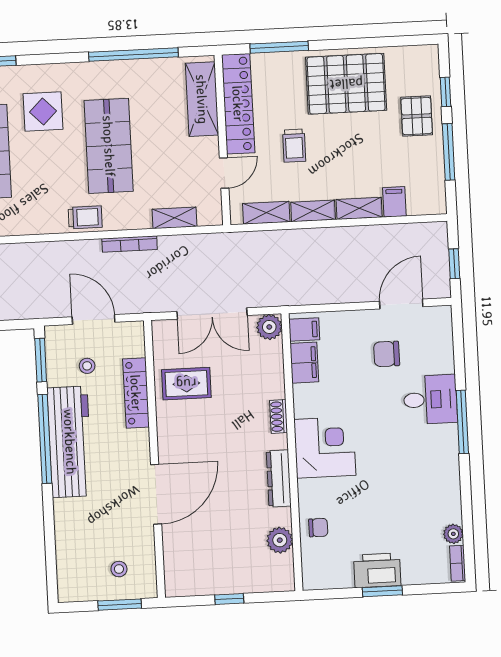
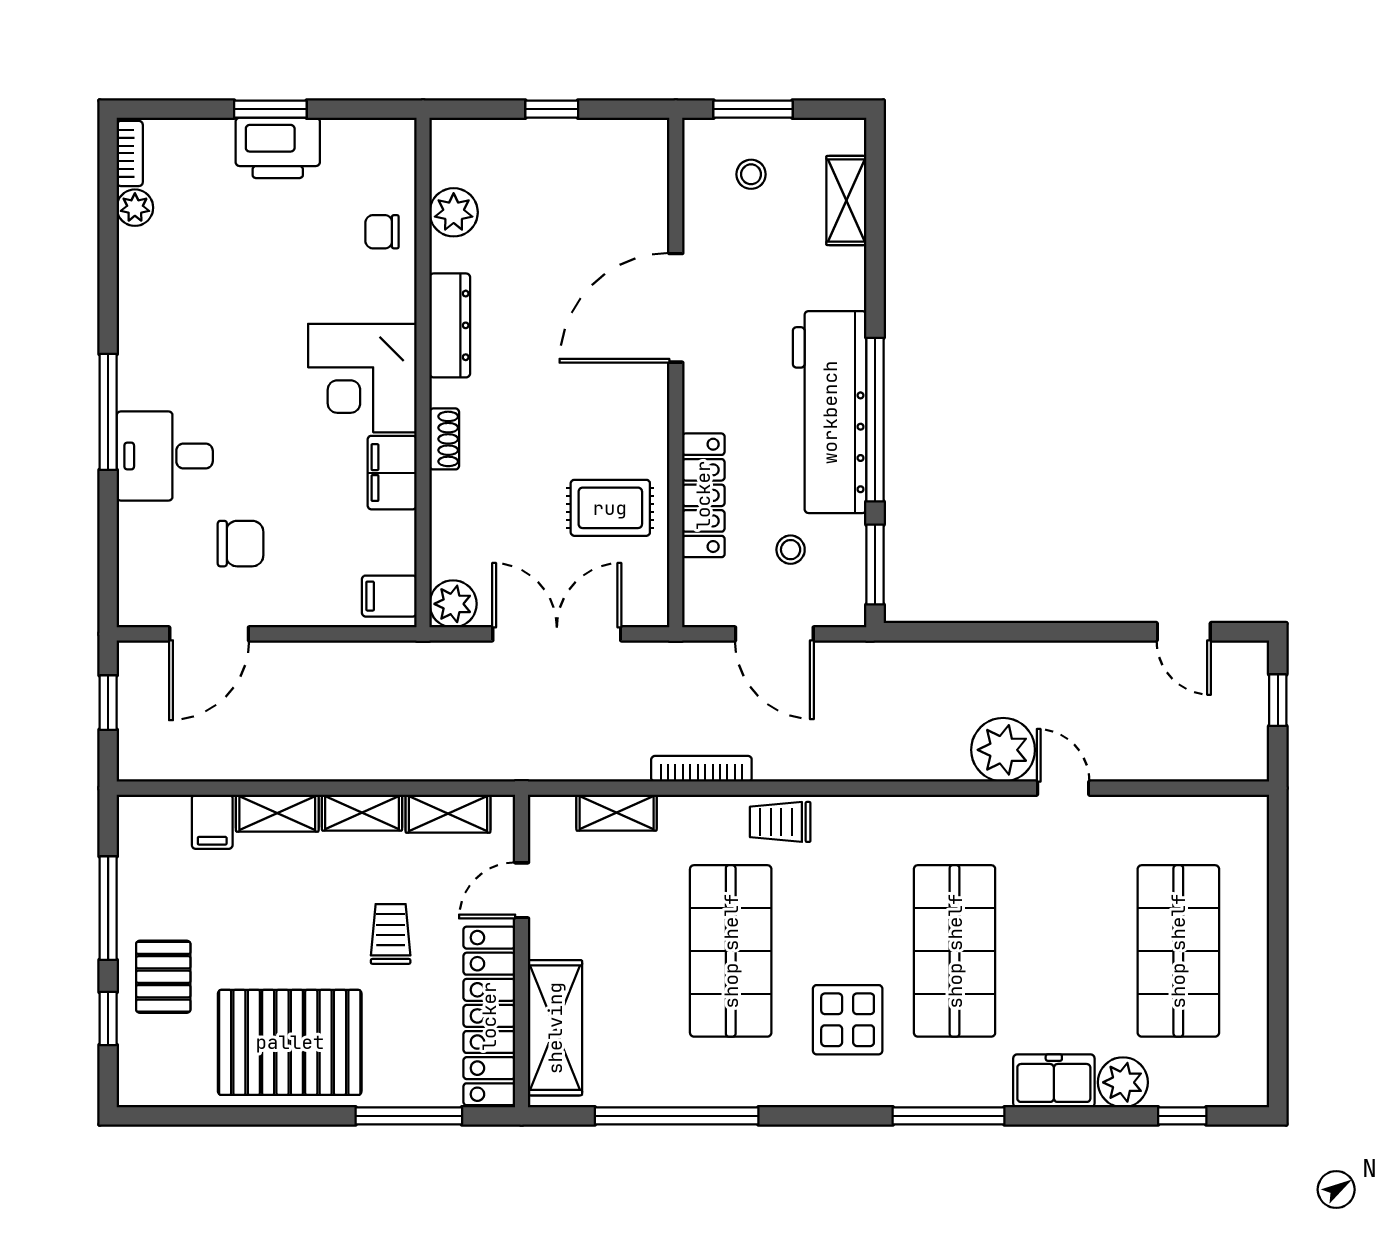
filing cabinet: (304, 363) -> (392, 473), moved
shelving: (66, 557) -> (846, 201), added

